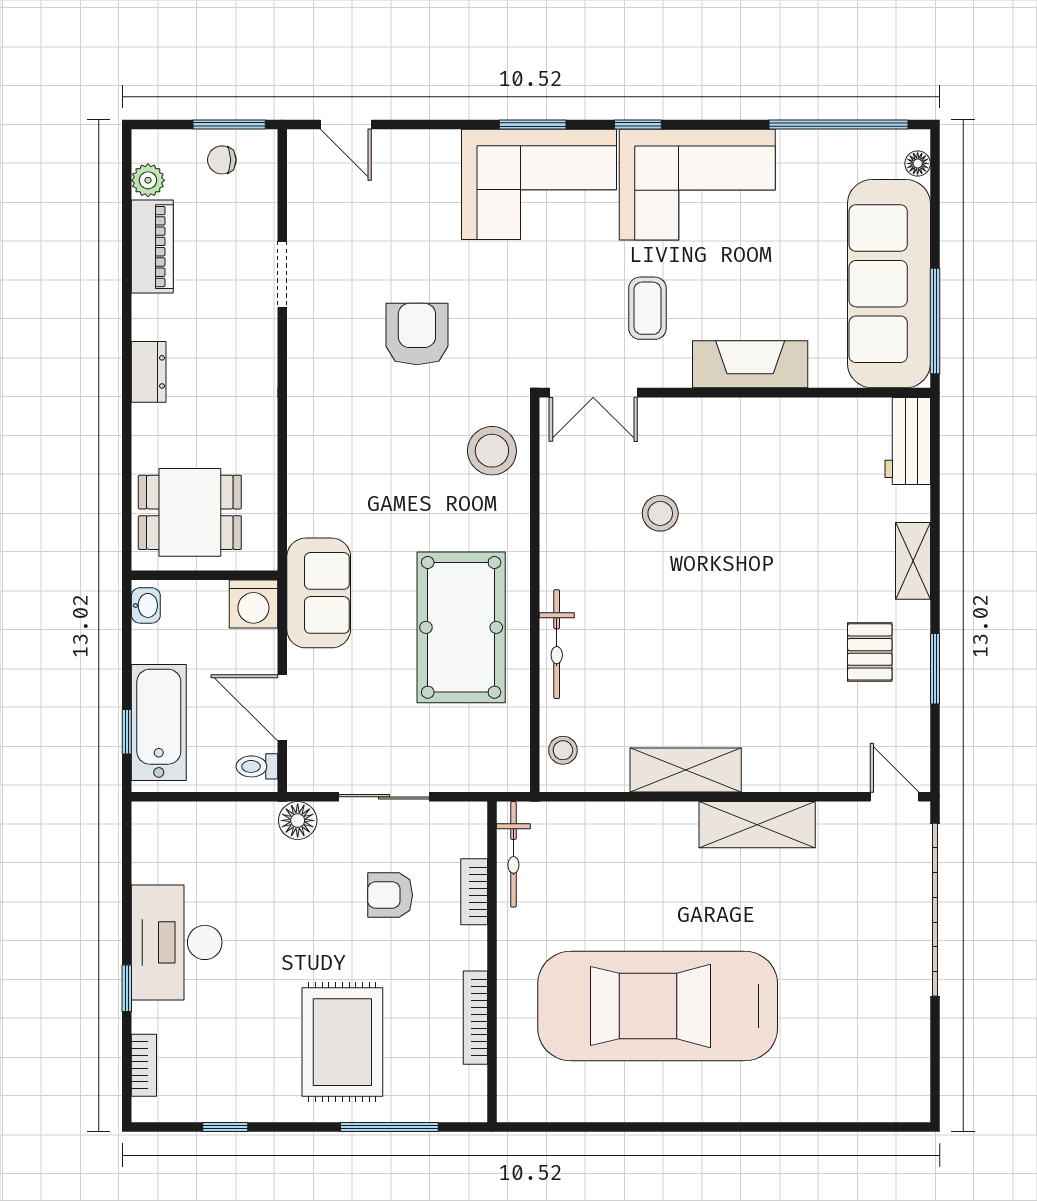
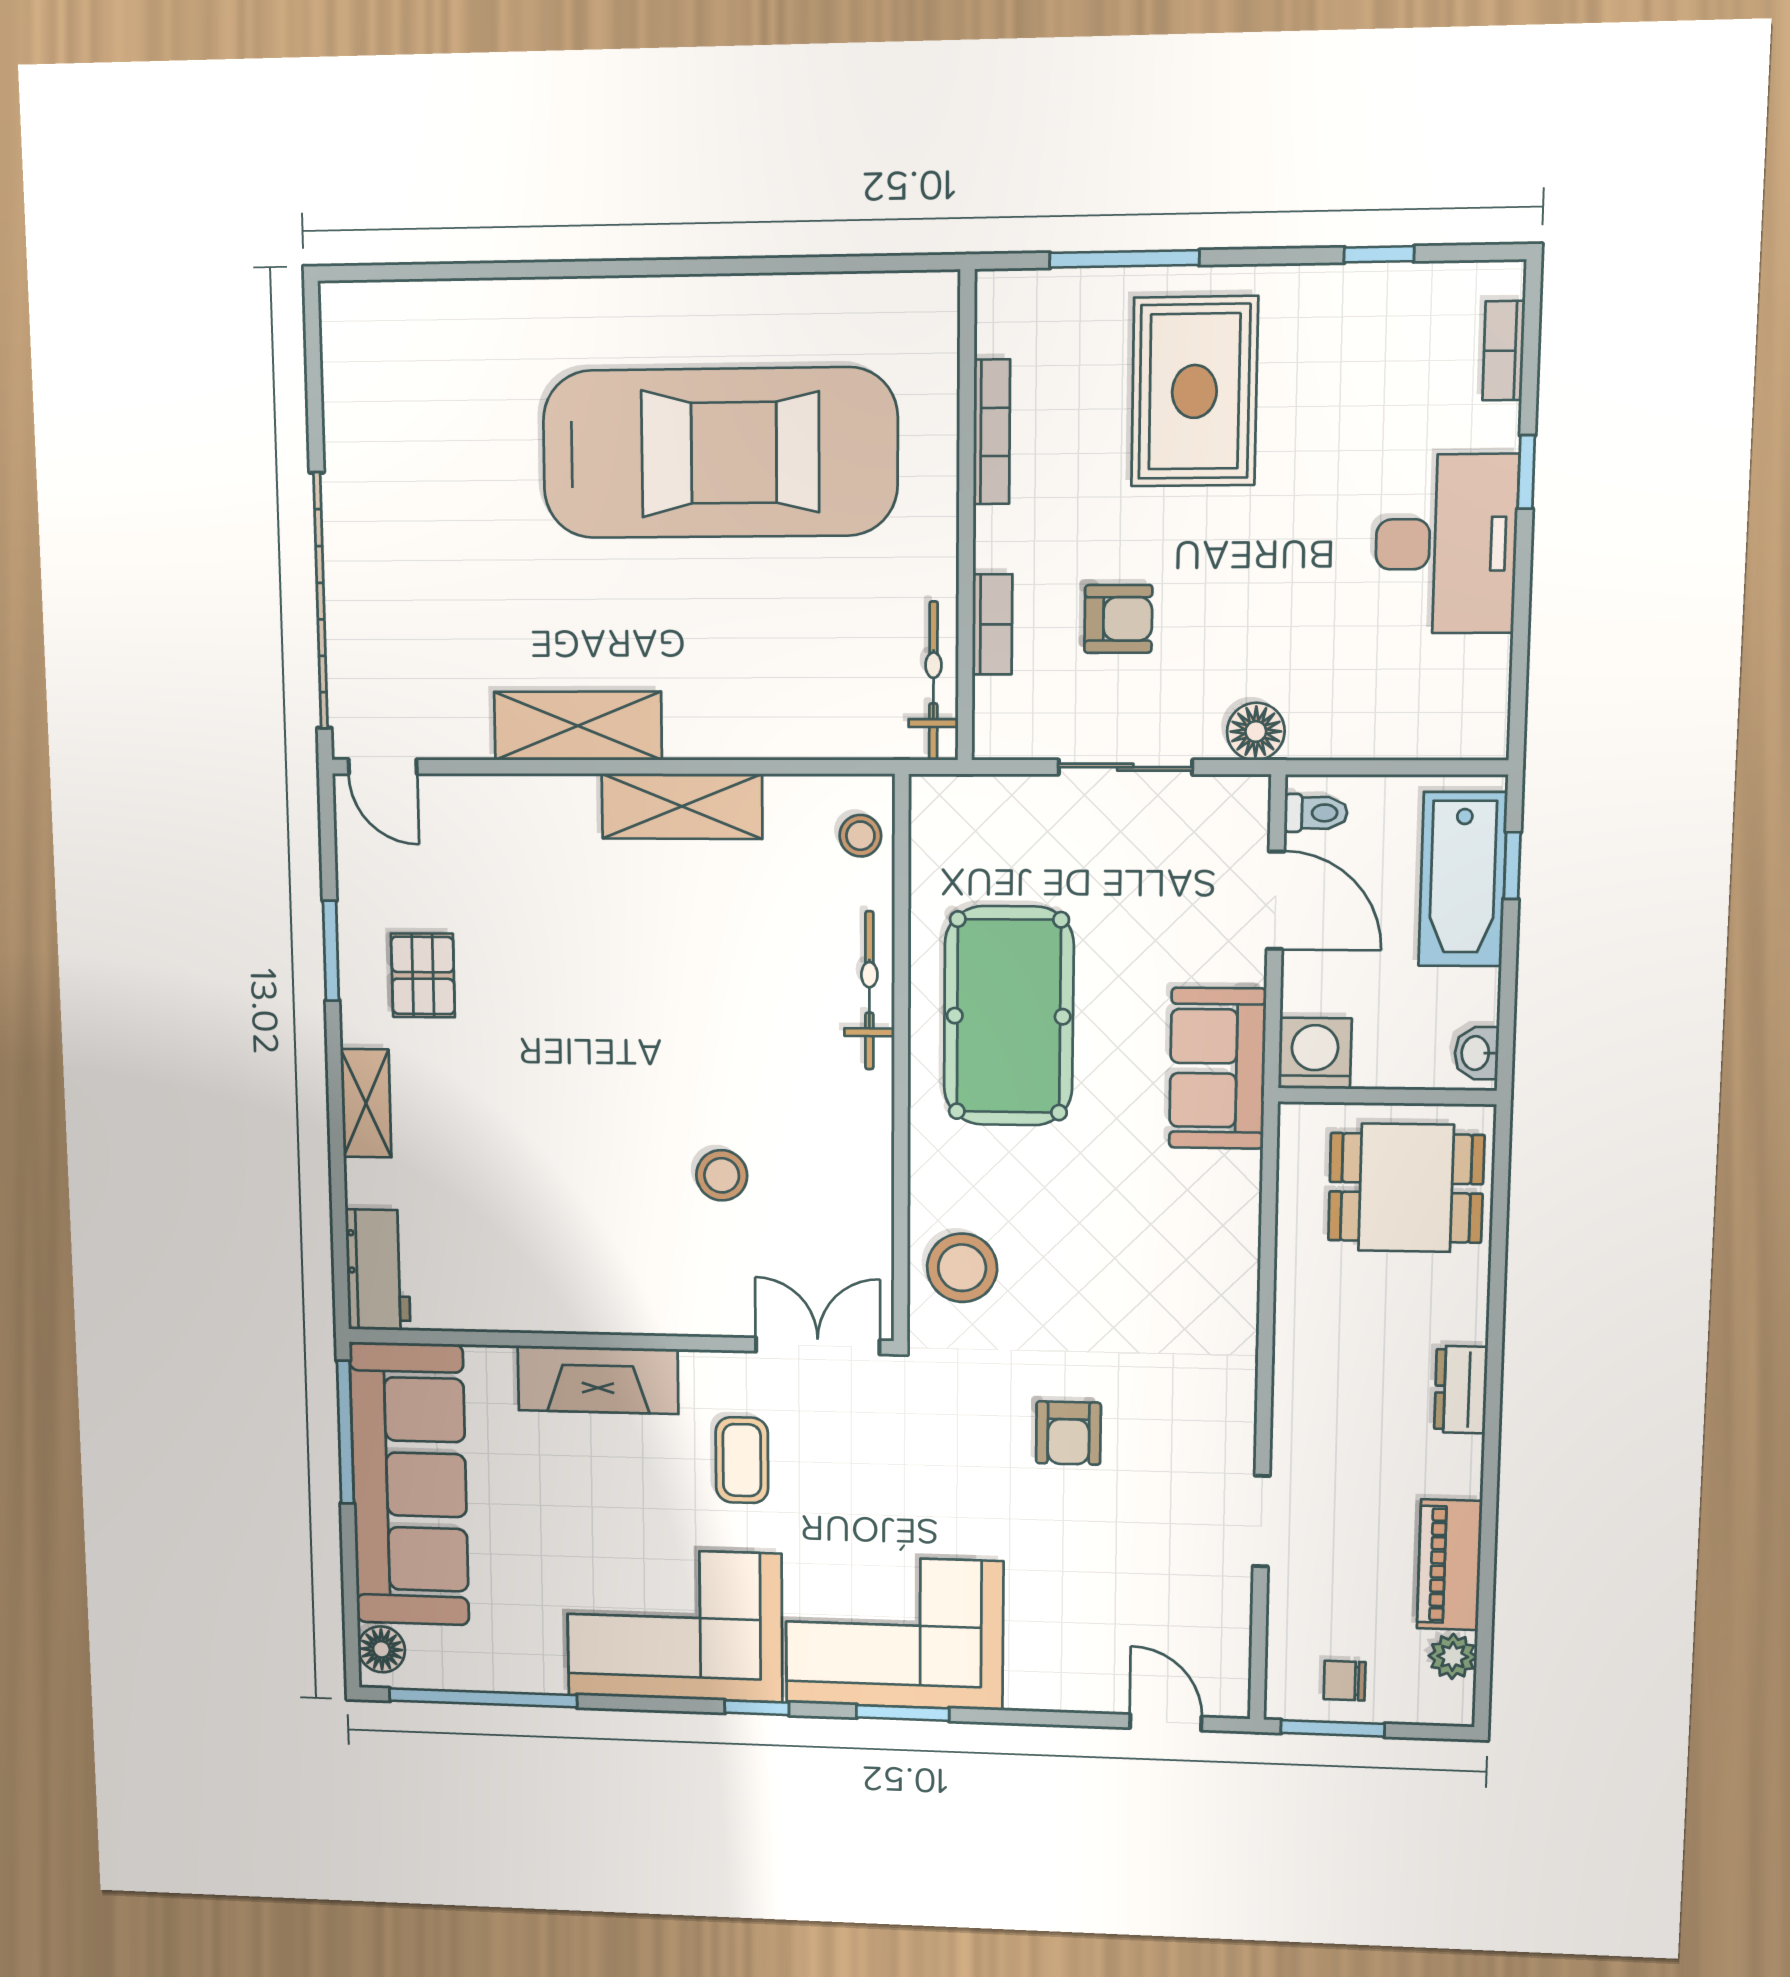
chair: (222, 160) -> (1345, 1681), turned 180
floor lamp: (918, 163) -> (382, 1649), width x1.37, depth x1.37
armchair: (417, 334) -> (1068, 1433), width x0.72, depth x0.72

